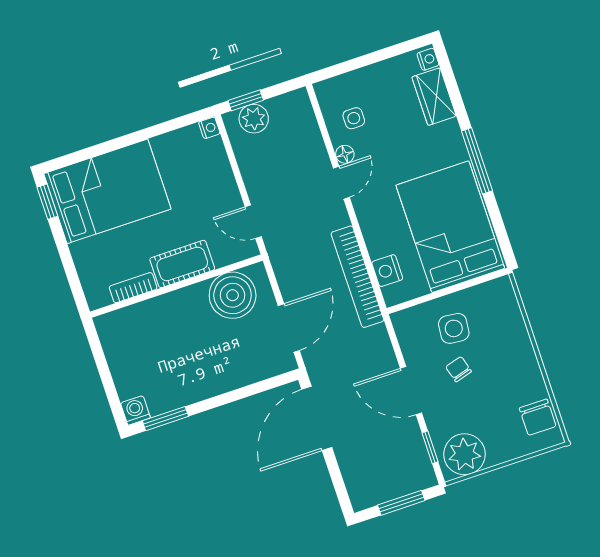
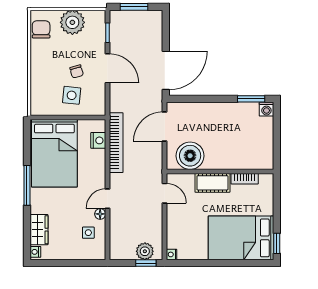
plant: (464, 454) -> (72, 22), moved

